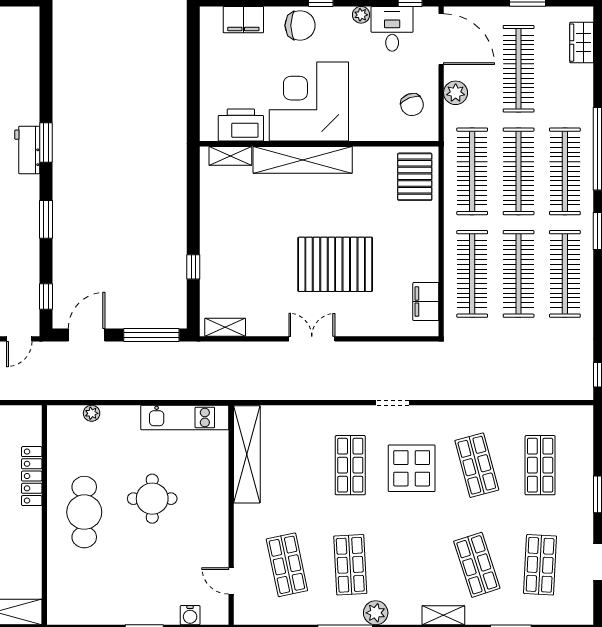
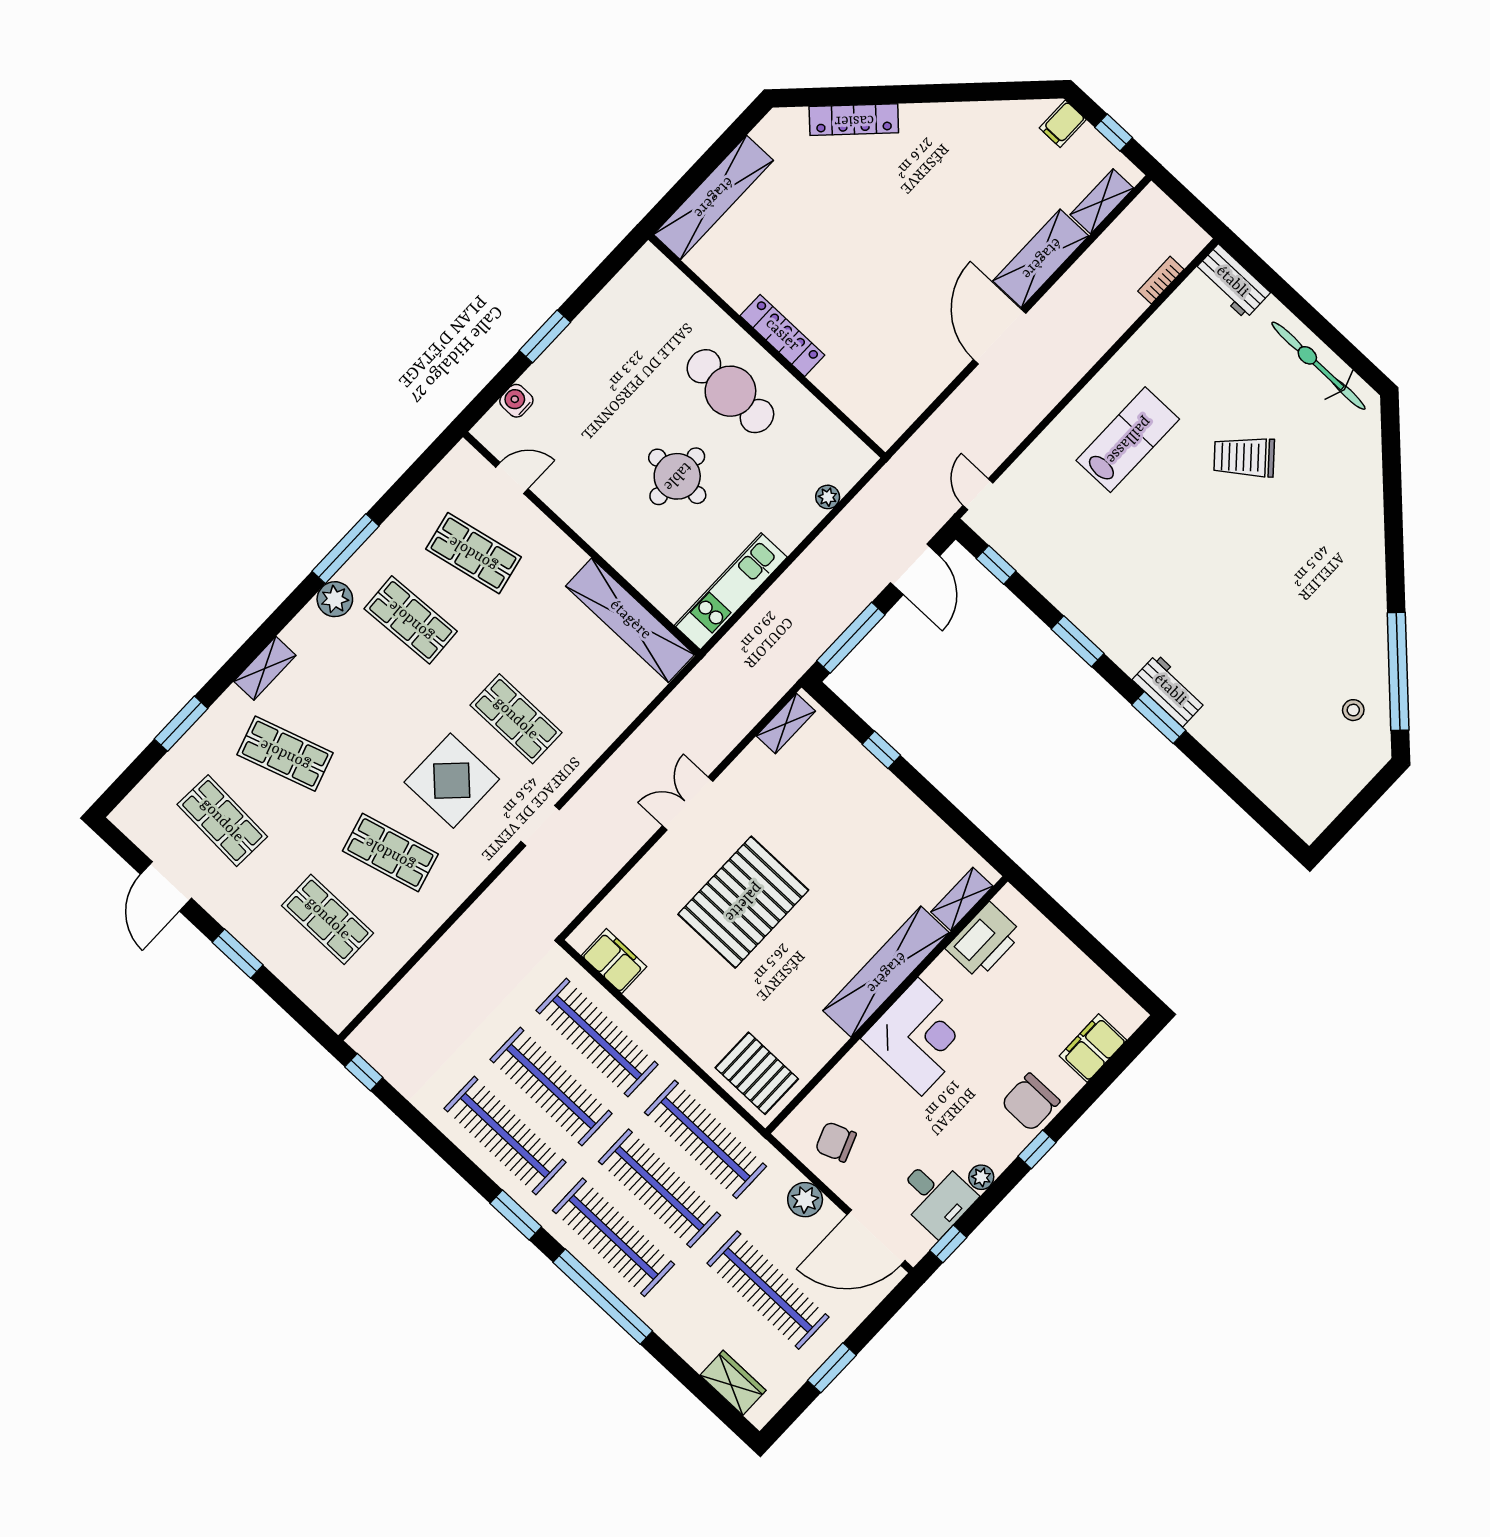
corner desk: (309, 102) -> (920, 1037), width x0.74, depth x0.74
double door: (312, 339) -> (688, 803), swing flipped
locker: (32, 476) -> (782, 335), moved

